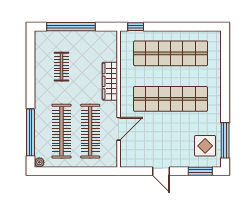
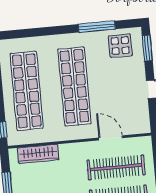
wardrobe: (110, 81) -> (38, 154), moved
window: (225, 140) -> (97, 27), moved

